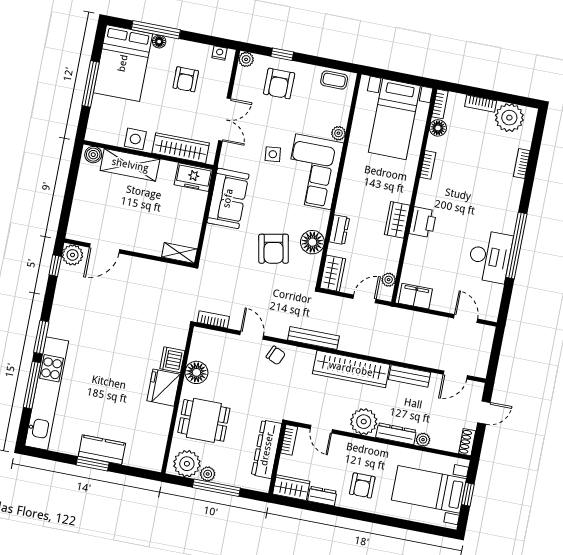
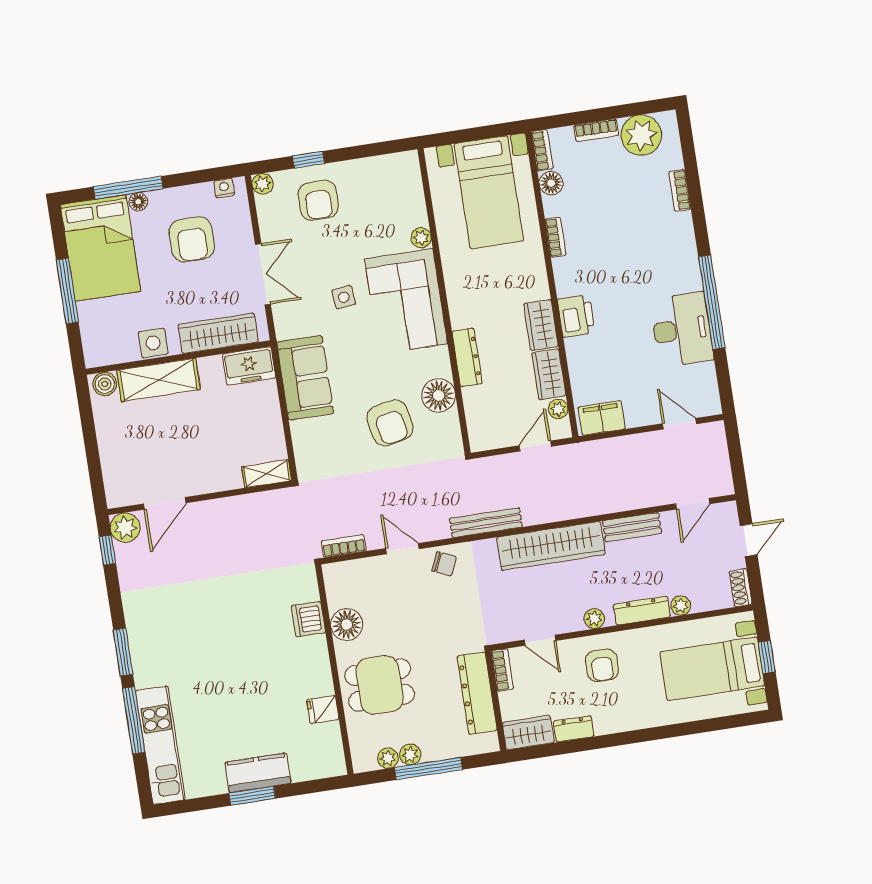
armchair: (186, 79) -> (192, 239), width x1.38, depth x1.38
coffee table: (334, 80) -> (390, 169), removed
dresser: (339, 230) -> (467, 357), width x1.44
wardrobe: (333, 273) -> (549, 374), moved, turned 180
fridge: (164, 388) -> (323, 710), moved, width x0.53, depth x0.75
kitchen unit: (47, 393) -> (160, 745), width x0.73
plant: (364, 422) -> (594, 619), width x0.53, depth x0.53
plant: (187, 464) -> (388, 758), width x0.53, depth x0.53
armchair: (362, 485) -> (602, 665), moved

